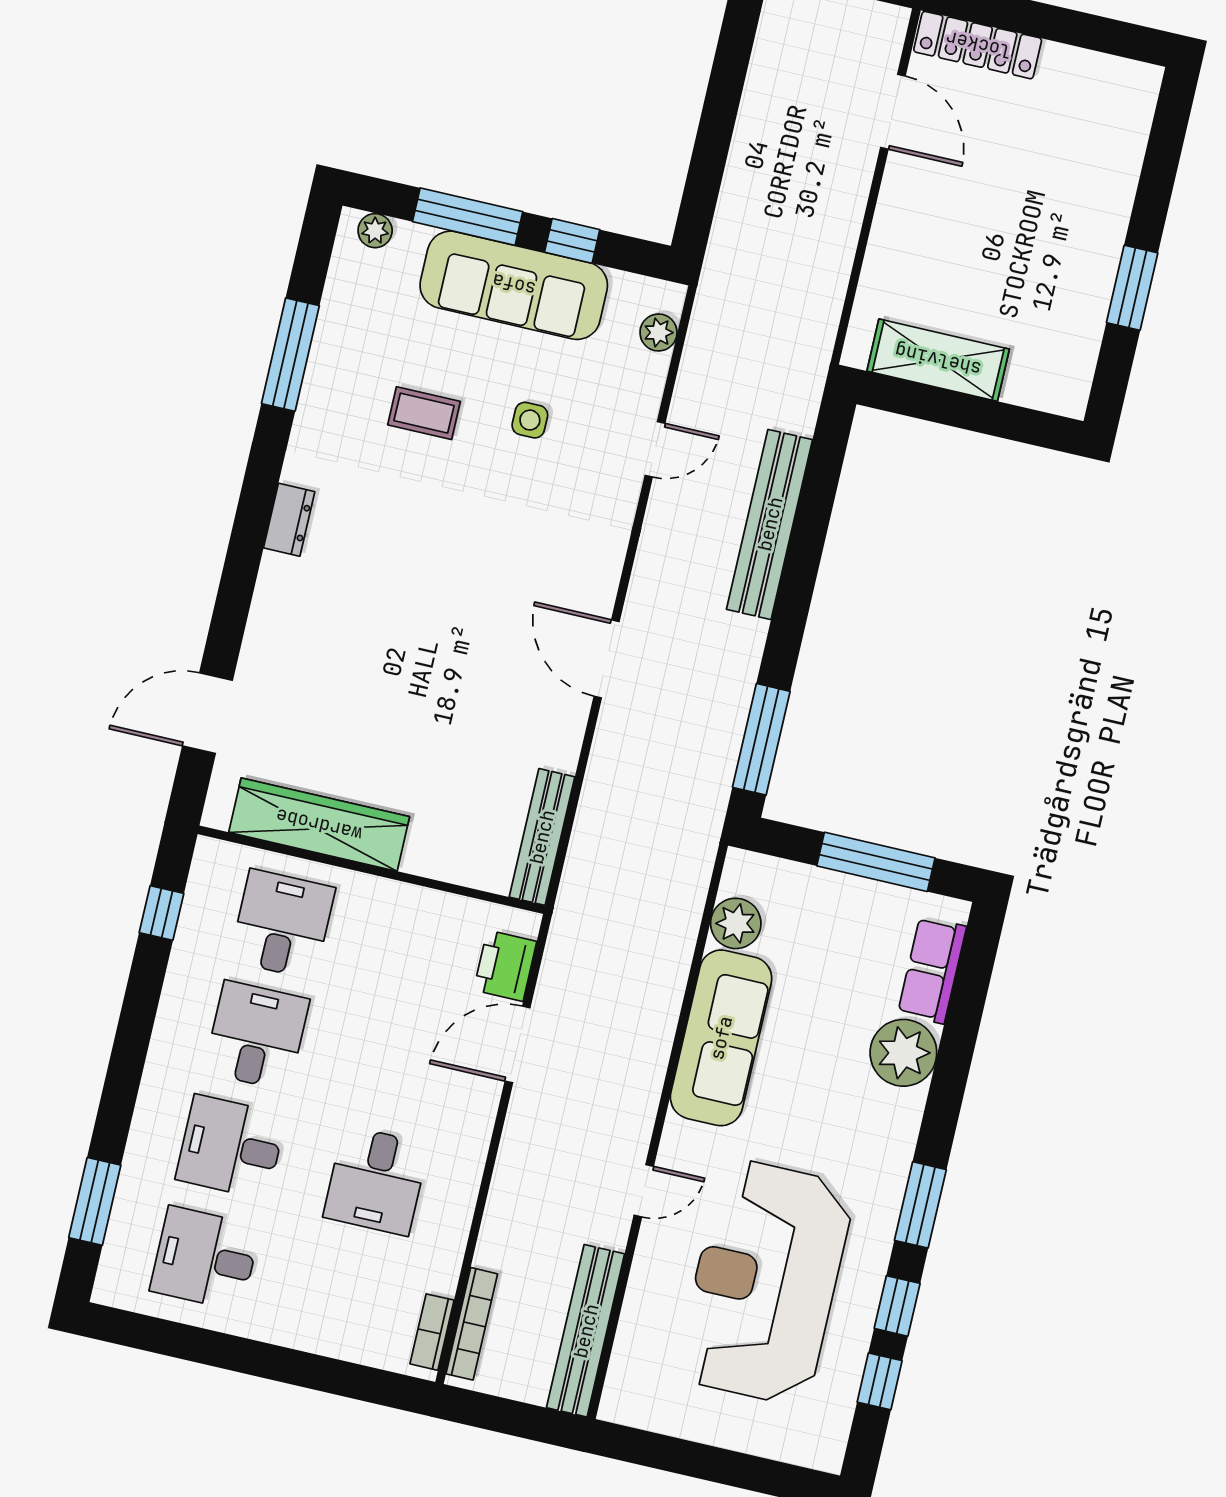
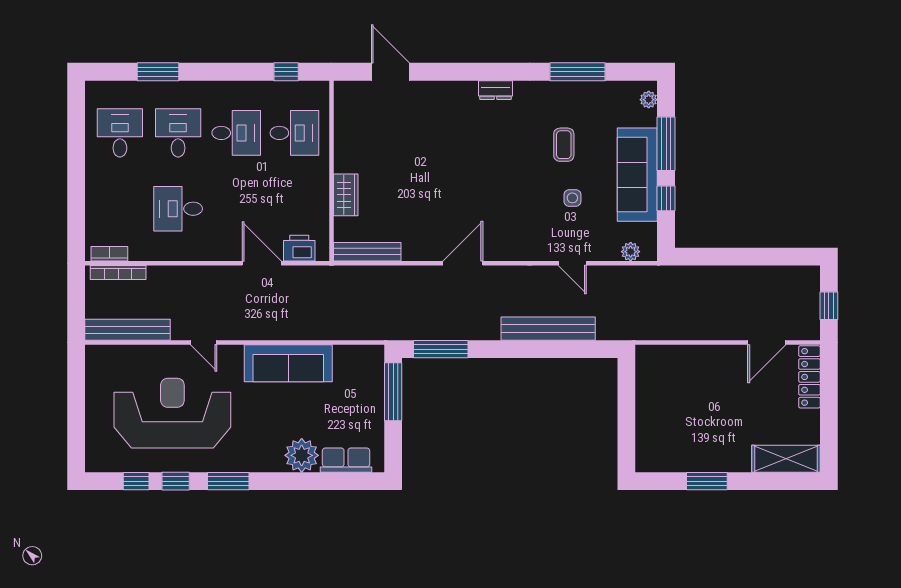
shelving: (938, 360) -> (786, 459), moved, turned 90
wardrobe: (319, 825) -> (346, 195), moved, width x0.48, depth x0.85
window: (876, 862) -> (393, 392), moved
plant: (736, 923) -> (347, 358), removed
window: (95, 1201) -> (158, 72), moved

